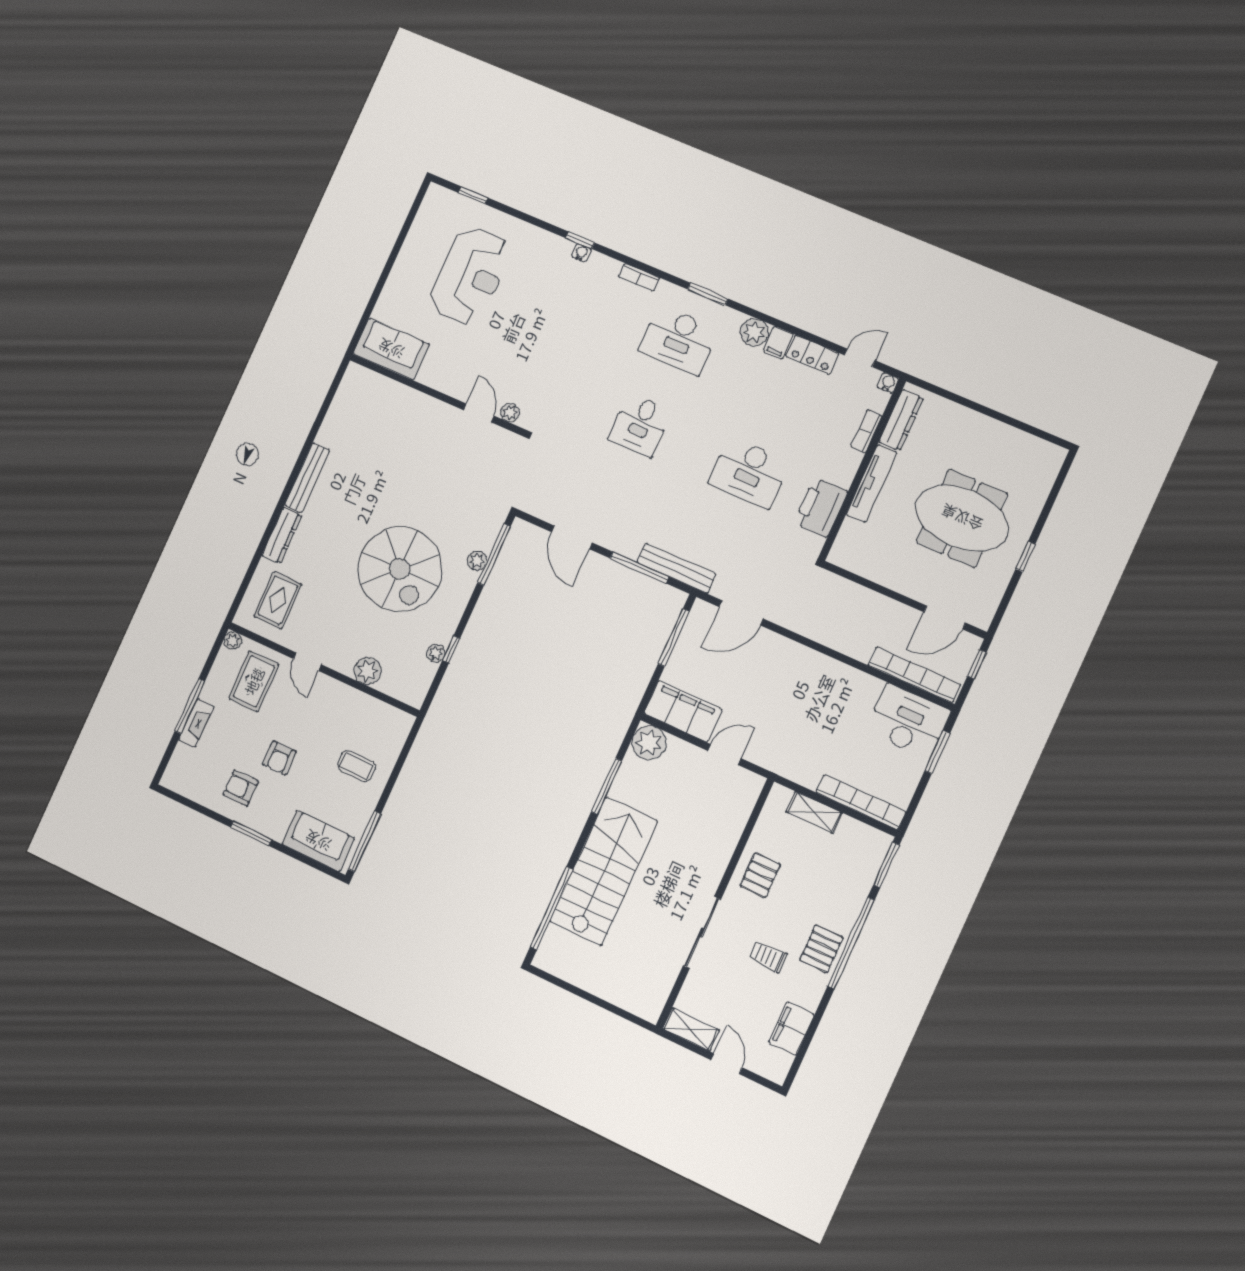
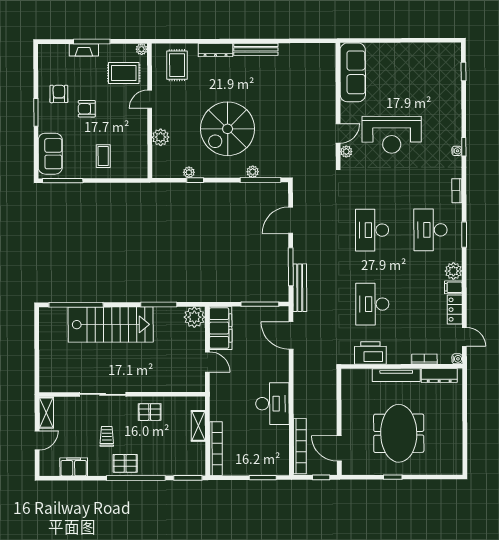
reception desk: (470, 276) -> (392, 135), moved
sofa: (391, 349) -> (353, 72), width x1.36
desk: (640, 425) -> (372, 230), width x1.37
rug: (278, 600) -> (177, 65), turned 90
desk: (908, 721) -> (272, 404), moved

